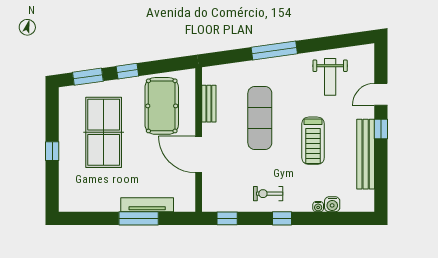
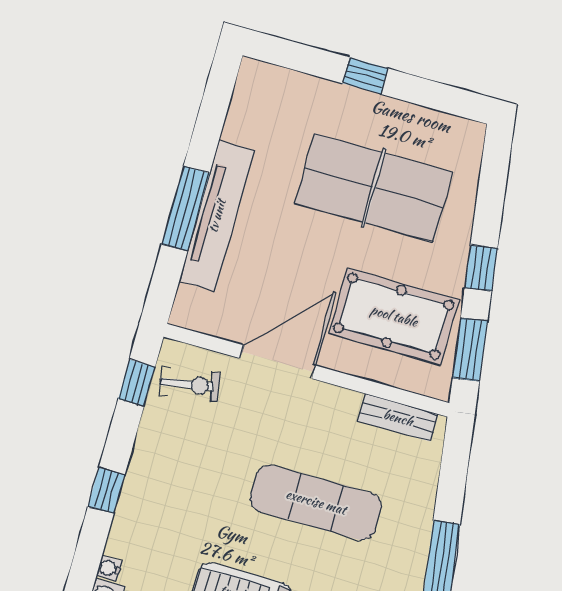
window: (88, 77) -> (470, 350), moved
bench: (209, 104) -> (398, 418), moved
exercise bike: (268, 194) -> (189, 384), moved, turned 80
tv unit: (147, 205) -> (217, 216), width x1.36, depth x1.29

